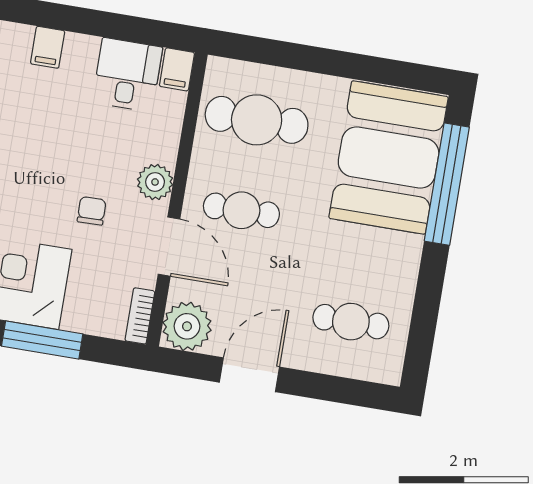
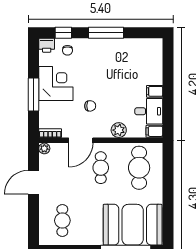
filing cabinet: (48, 47) -> (155, 91), moved
plant: (155, 182) -> (119, 130), moved
plant: (187, 326) -> (44, 148), width x0.53, depth x0.53
door: (249, 375) -> (33, 182), swing flipped

